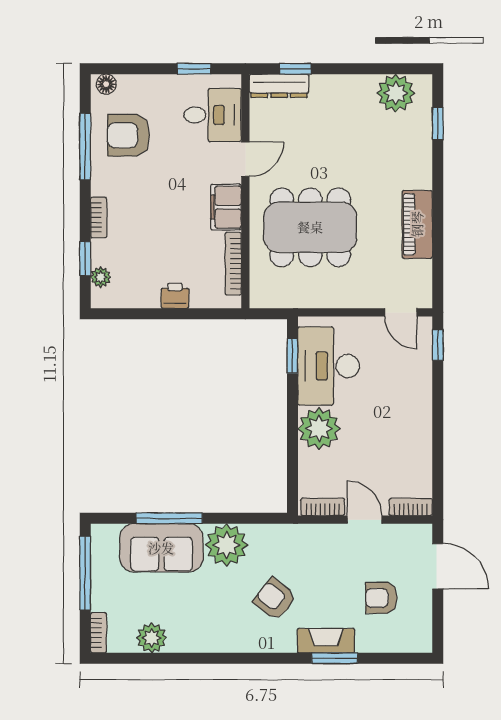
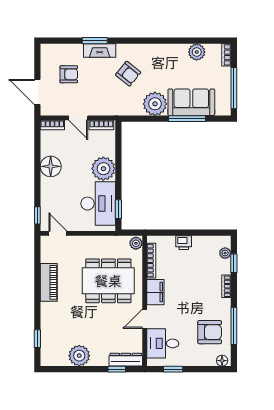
plant: (396, 93) -> (79, 356), moved
plant: (261, 295) -> (136, 243), added
floor lamp: (414, 433) -> (51, 166), added

